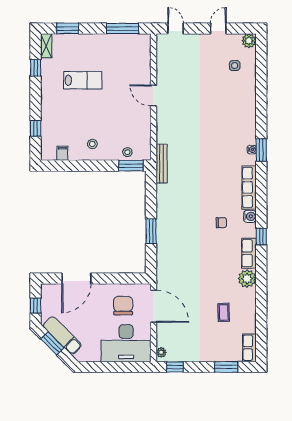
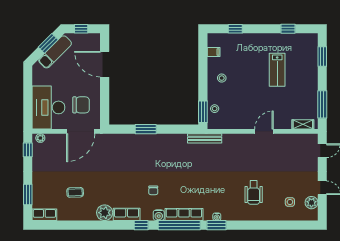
plant: (249, 41) -> (311, 203), moved
shelving: (46, 46) -> (303, 124), moved
wheelchair: (224, 107) -> (254, 193), added
window: (261, 193) -> (179, 225), added

